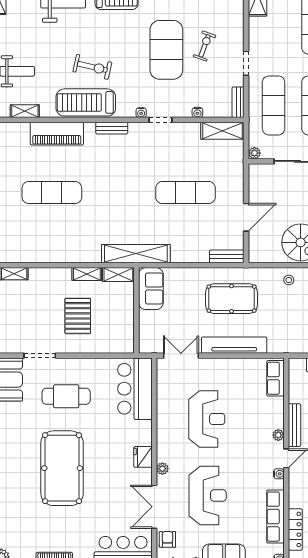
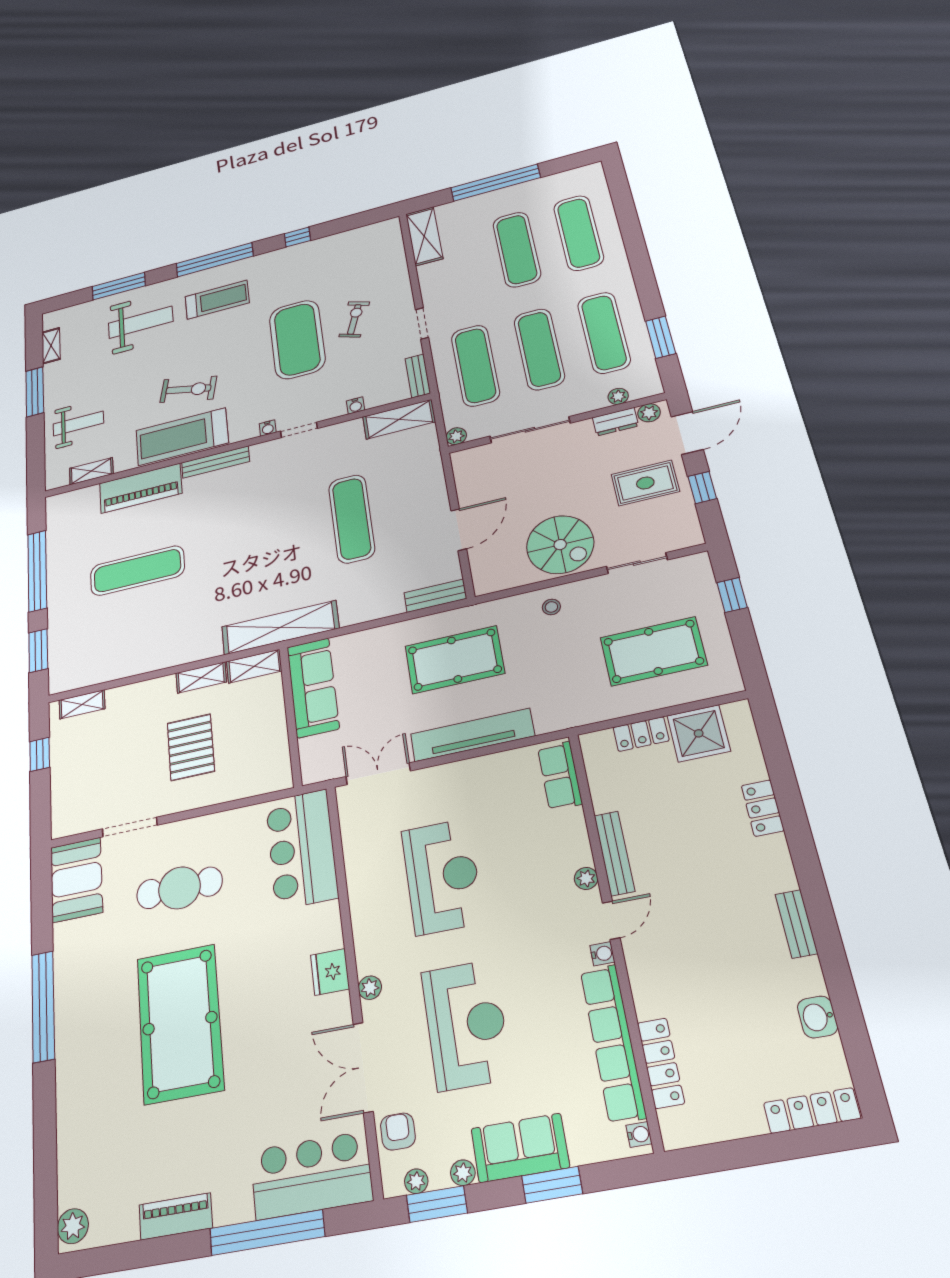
bench: (112, 128) -> (215, 462), width x1.36
exercise mat: (185, 193) -> (352, 519), turned 90
sofa: (151, 289) -> (313, 687), width x1.36
row of seats: (275, 517) -> (613, 1043), width x1.36

